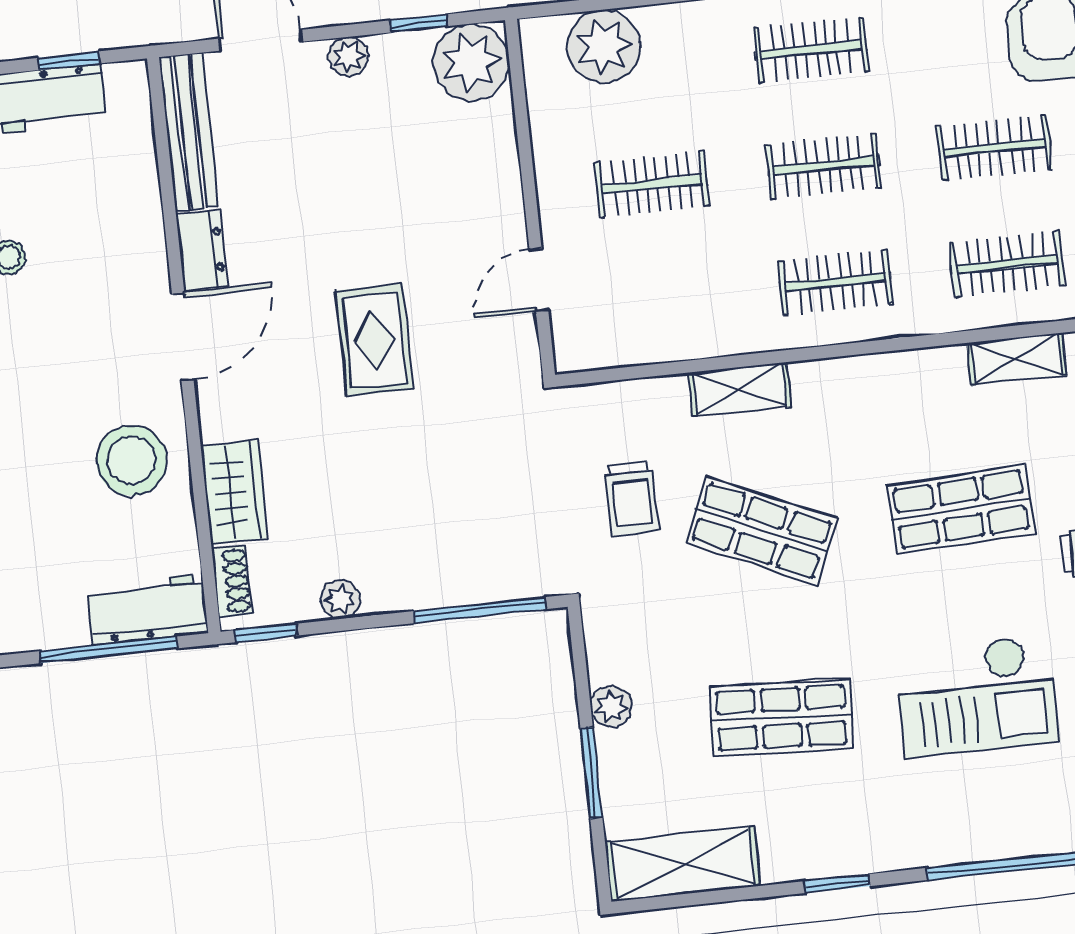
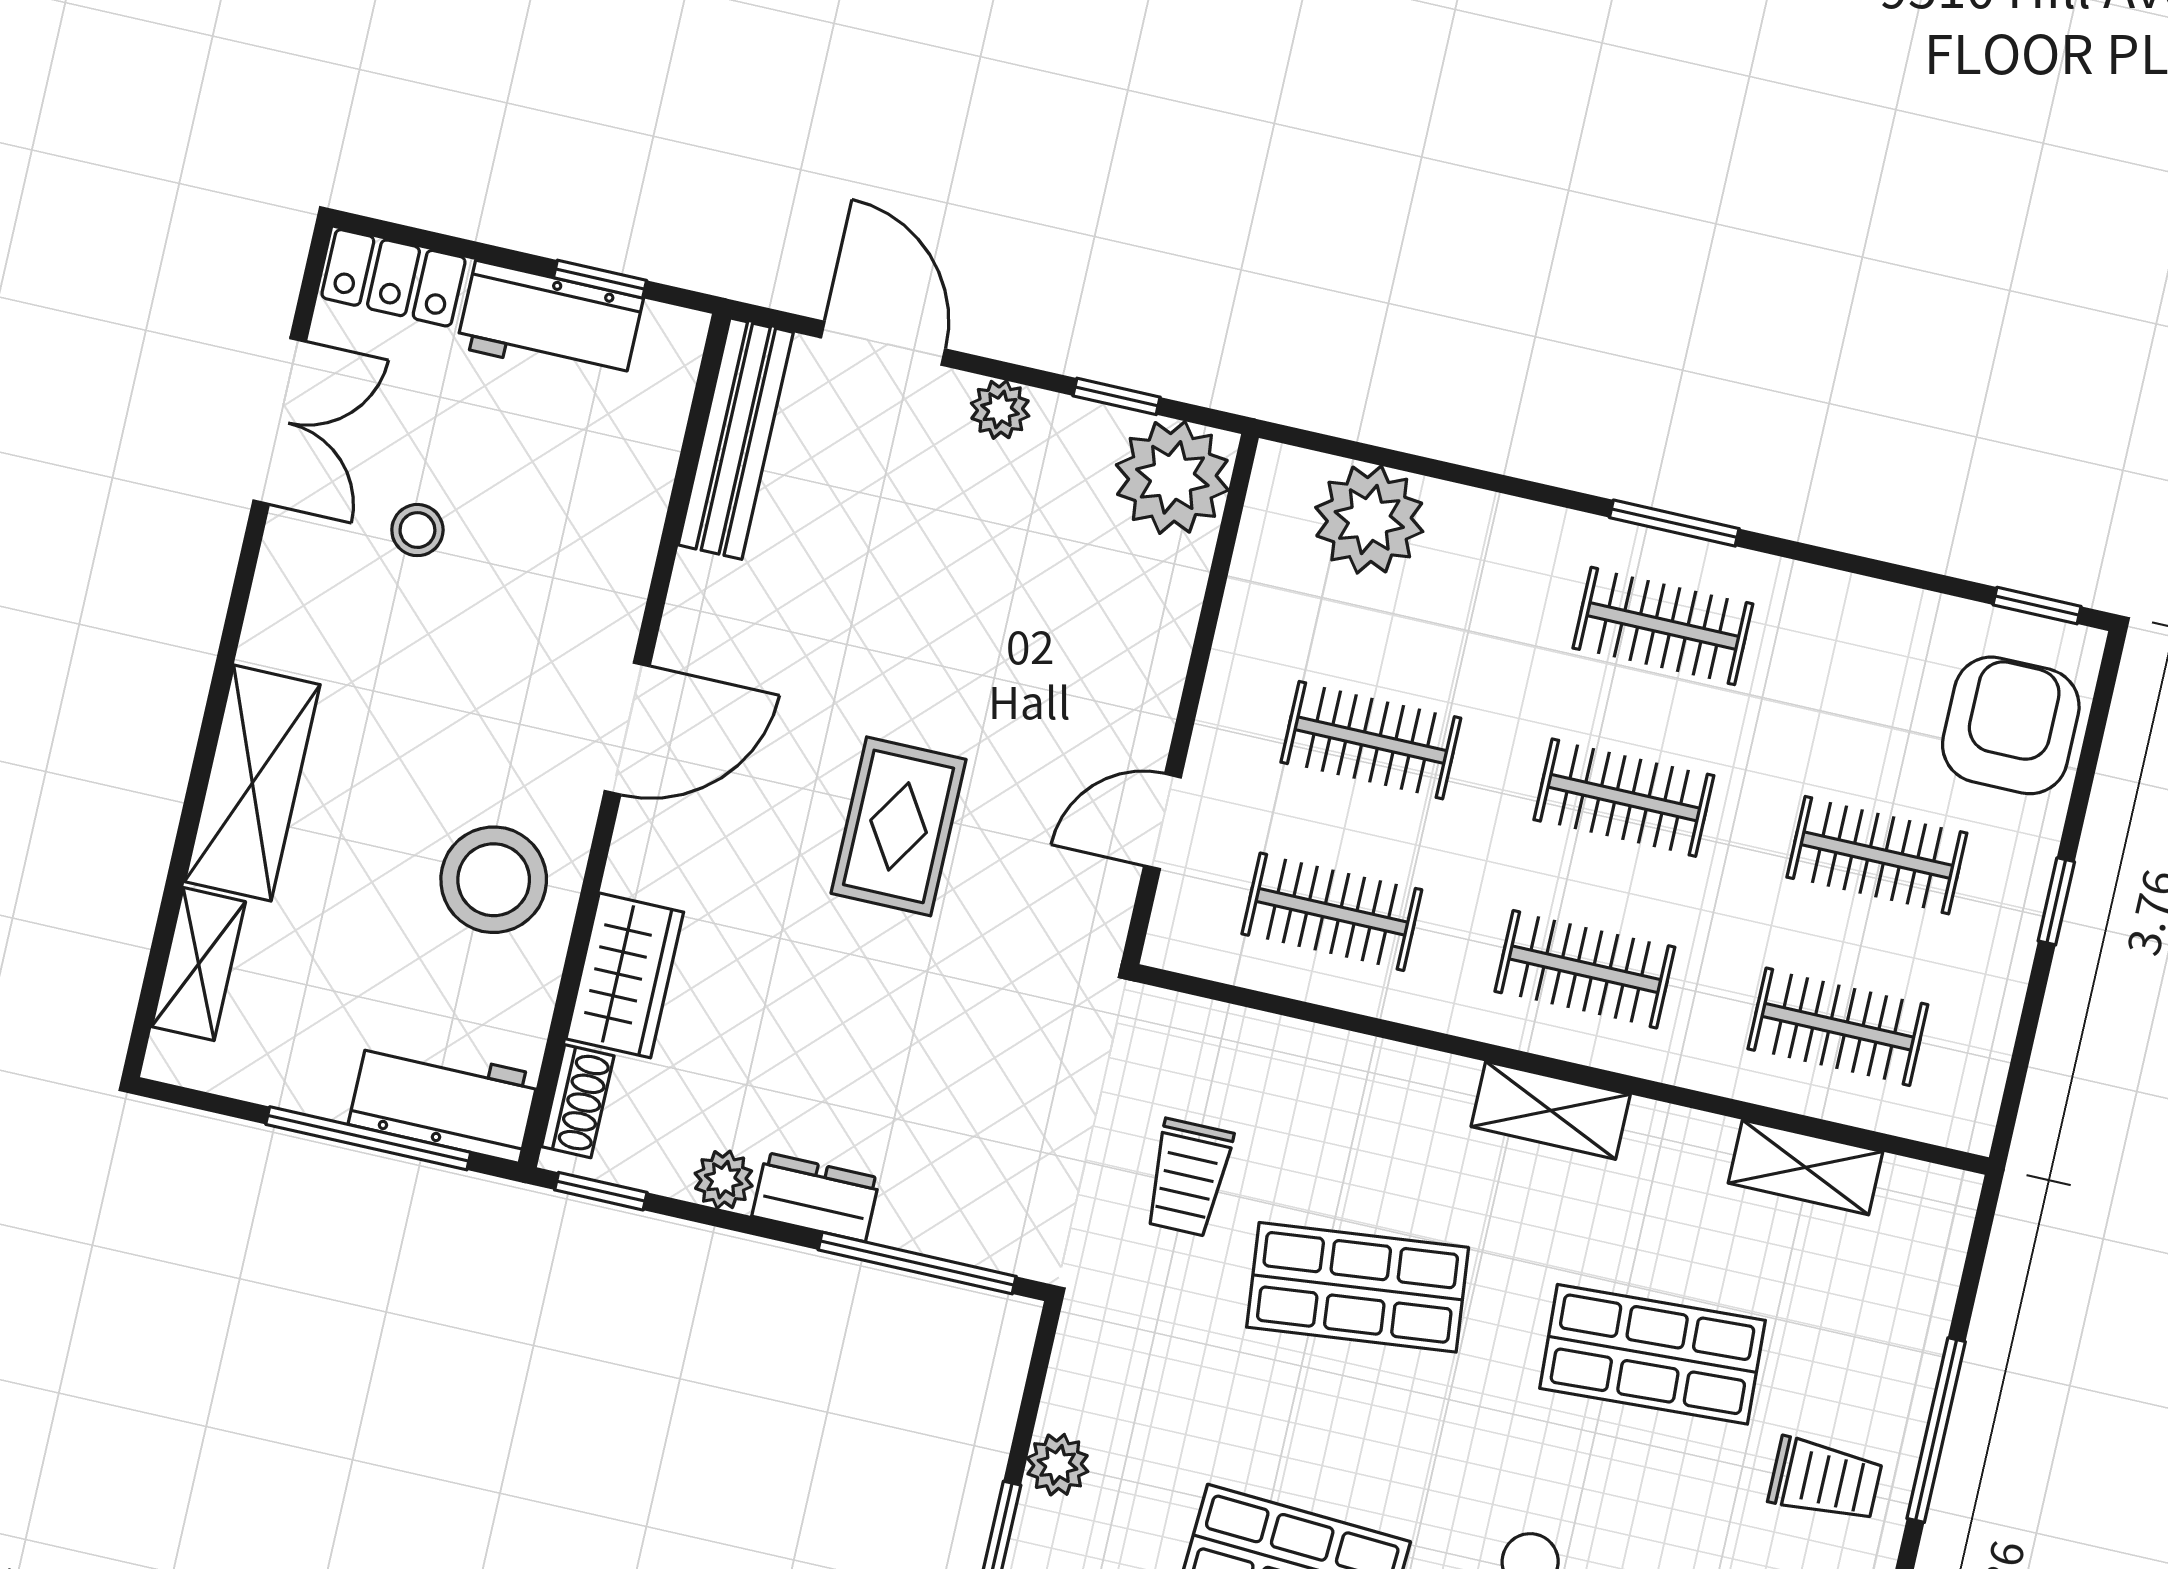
dresser: (202, 251) -> (816, 1197), moved, turned -90
clothes rail: (665, 300) -> (1332, 912), added
shelving: (739, 389) -> (1551, 1110), moved
shop shelf: (761, 531) -> (1358, 1287), turned -30

